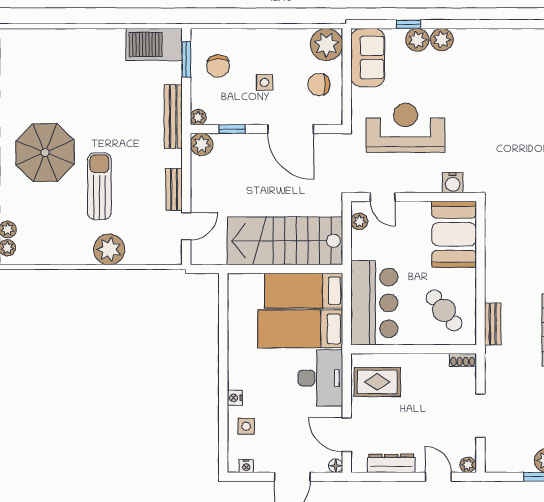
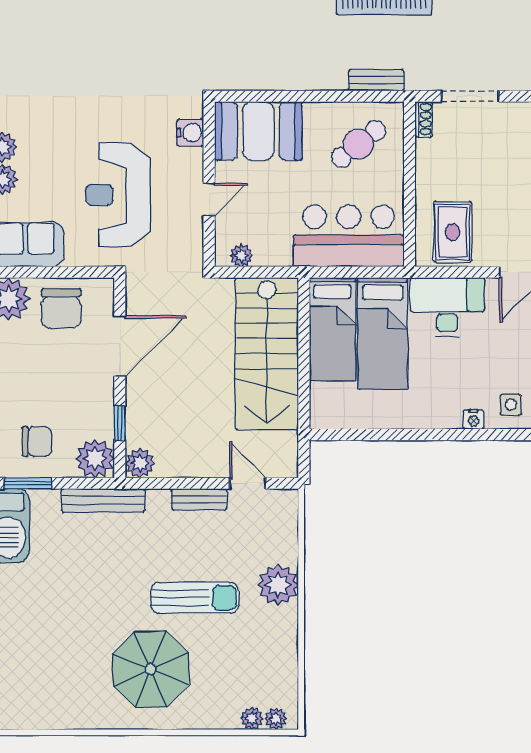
side table: (264, 82) -> (58, 380), removed
chair: (319, 85) -> (61, 309), width x1.37, depth x1.37
plant: (198, 117) -> (95, 459), width x1.87, depth x1.87
sun lounger: (99, 186) -> (195, 598), turned 180
door: (383, 197) -> (209, 200), moved
doorway: (480, 416) -> (470, 96), moved

